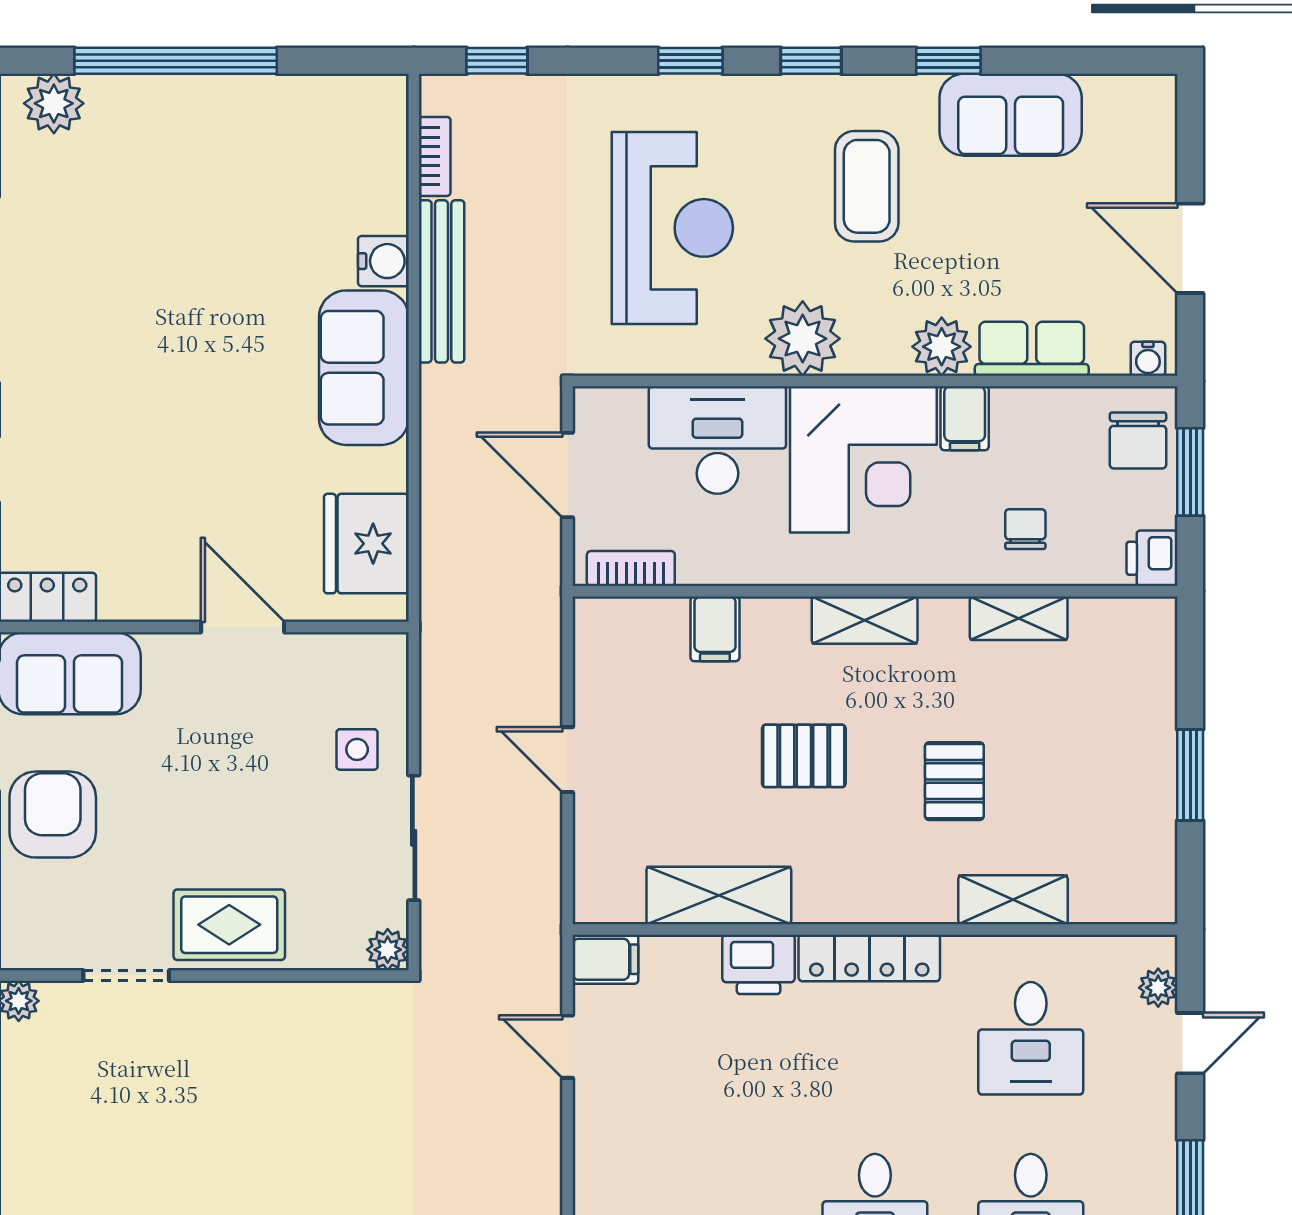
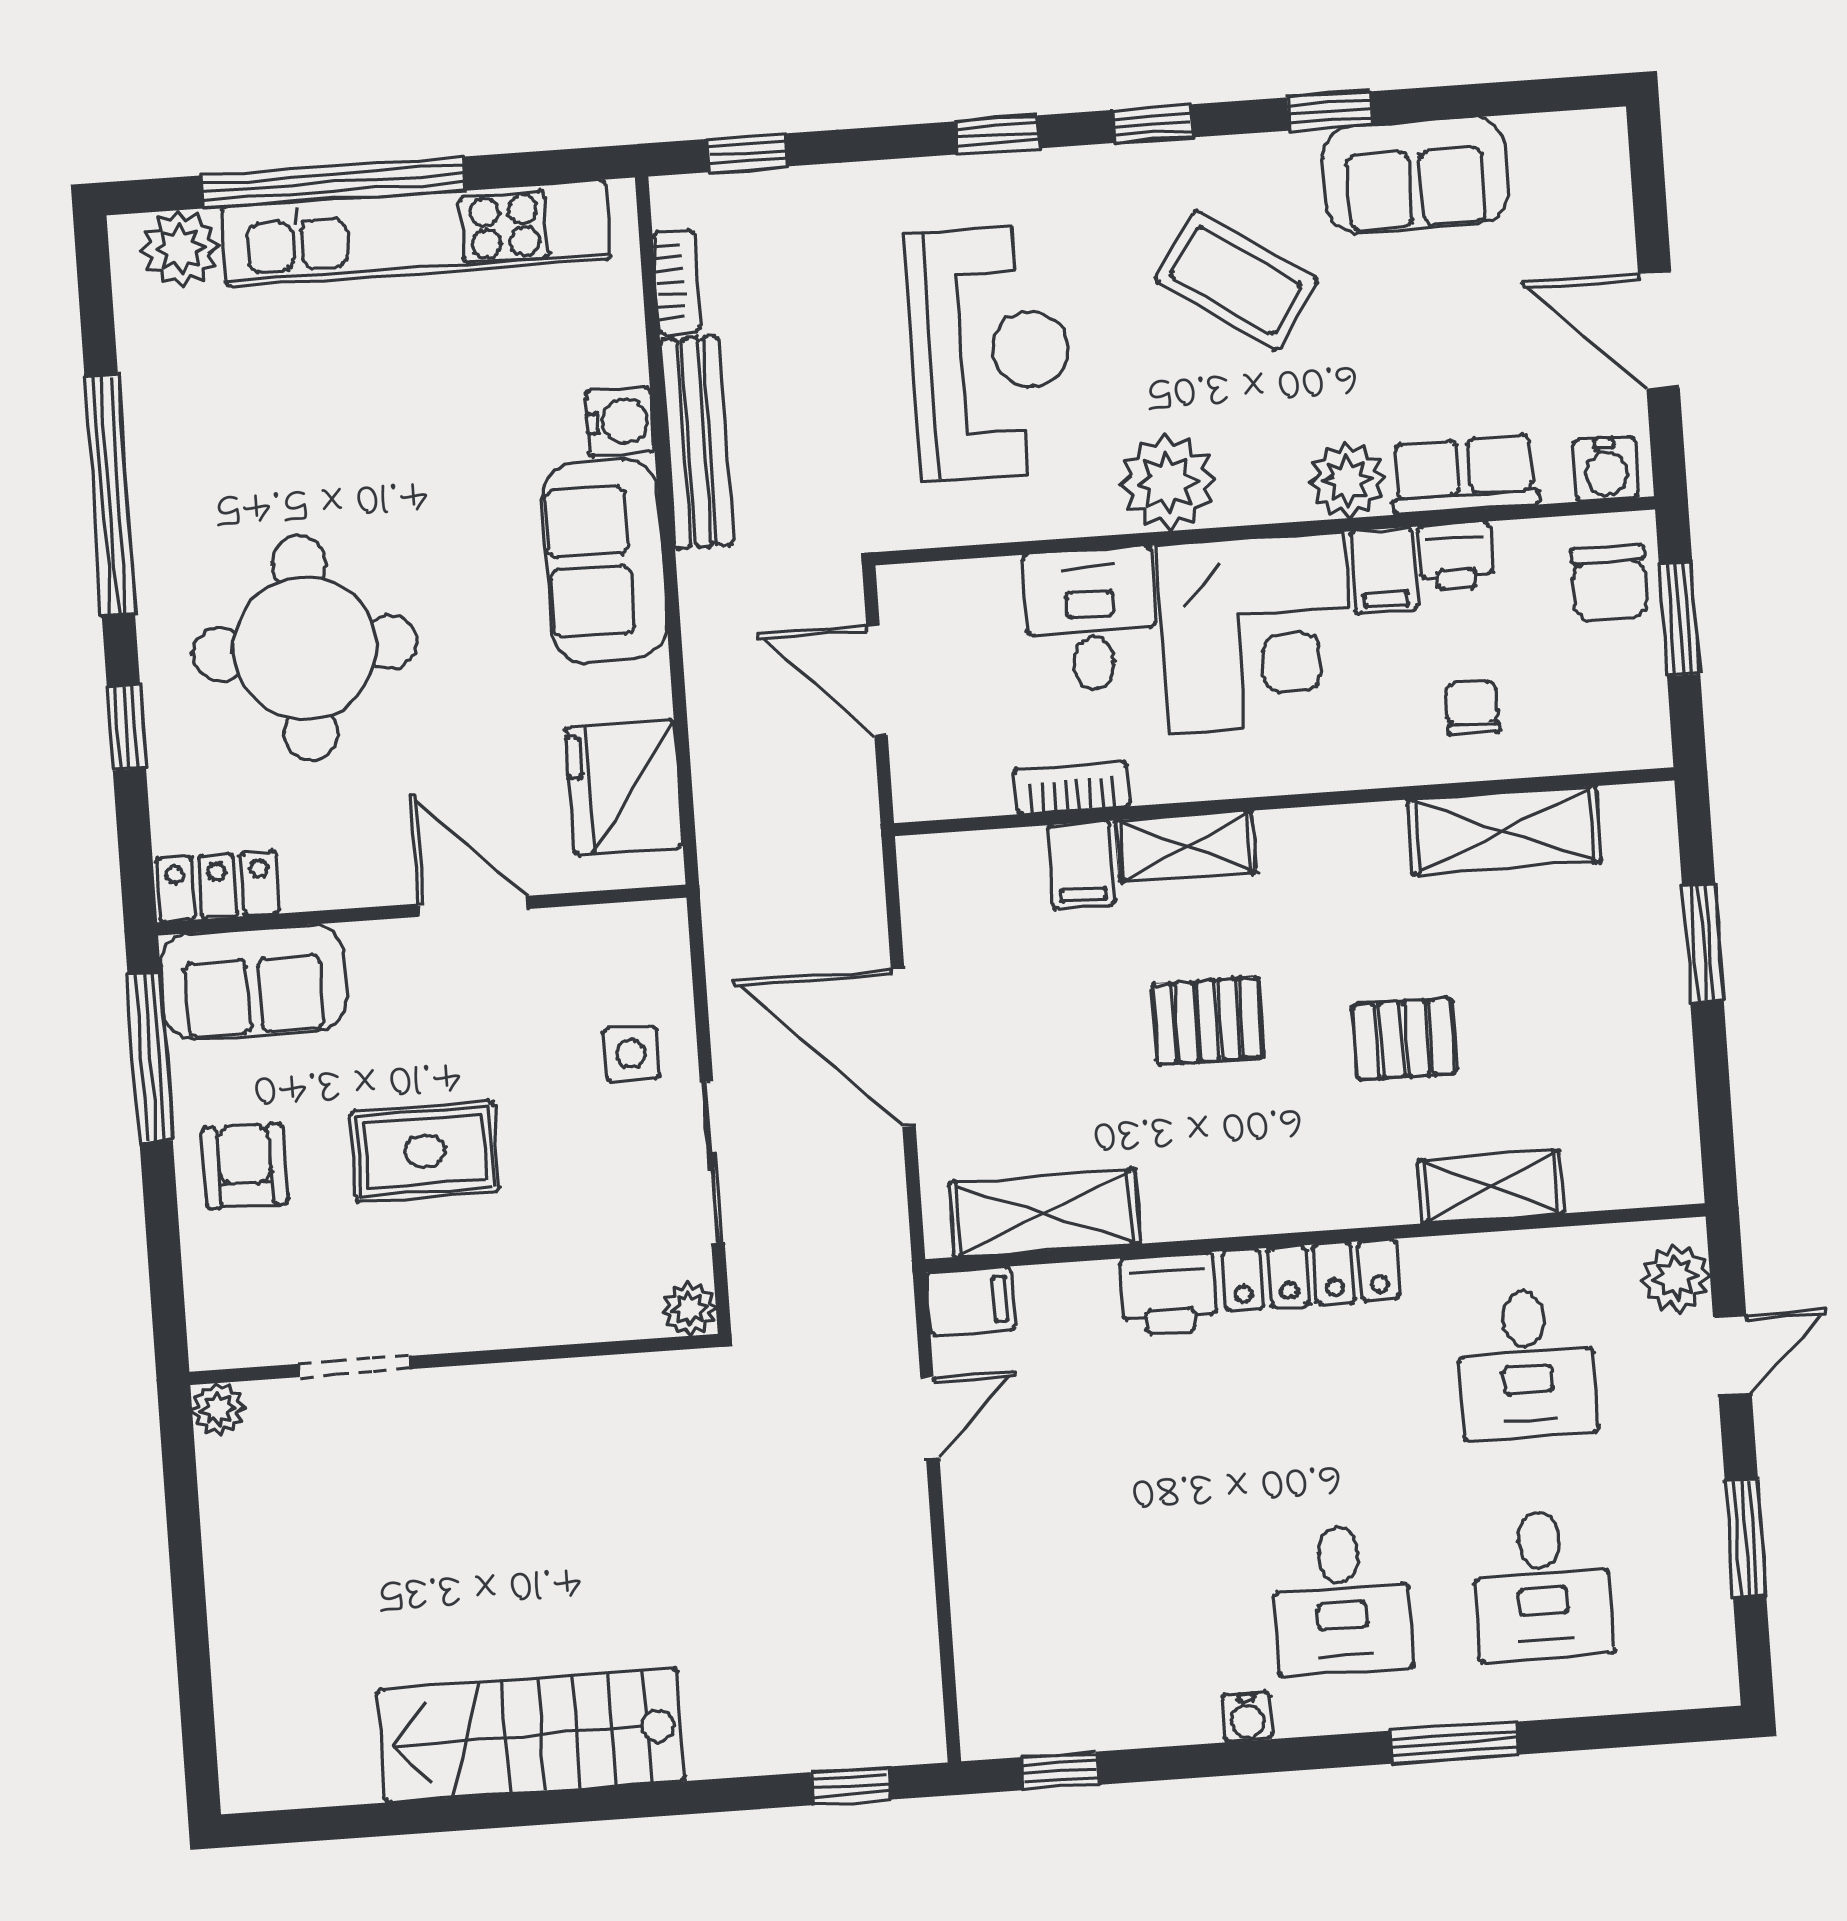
kitchen unit: (237, 104) -> (416, 233), added
coffee table: (867, 186) -> (1236, 280), turned -56
water cooler: (1148, 359) -> (1606, 469), width x1.38, depth x1.38
round table: (128, 419) -> (305, 648), added
desk: (717, 440) -> (1091, 620), width x0.73
printer: (1152, 558) -> (1455, 557), moved, turned -90
bookcase: (631, 569) -> (1072, 788), moved
shelving: (1019, 618) -> (1504, 830), width x1.50, depth x1.33
shelving: (865, 620) -> (1185, 846), moved
door: (567, 760) -> (903, 1047), width x1.88
window: (1190, 775) -> (1703, 943), moved
pallet: (954, 781) -> (1404, 1039), turned 90
armchair: (53, 815) -> (245, 1166), width x0.72, depth x0.72
shelving: (719, 895) -> (1045, 1213), moved
rug: (229, 925) -> (425, 1151), moved
plant: (1158, 988) -> (1676, 1278), width x1.38, depth x1.38
door: (567, 1047) -> (930, 1417), swing flipped

